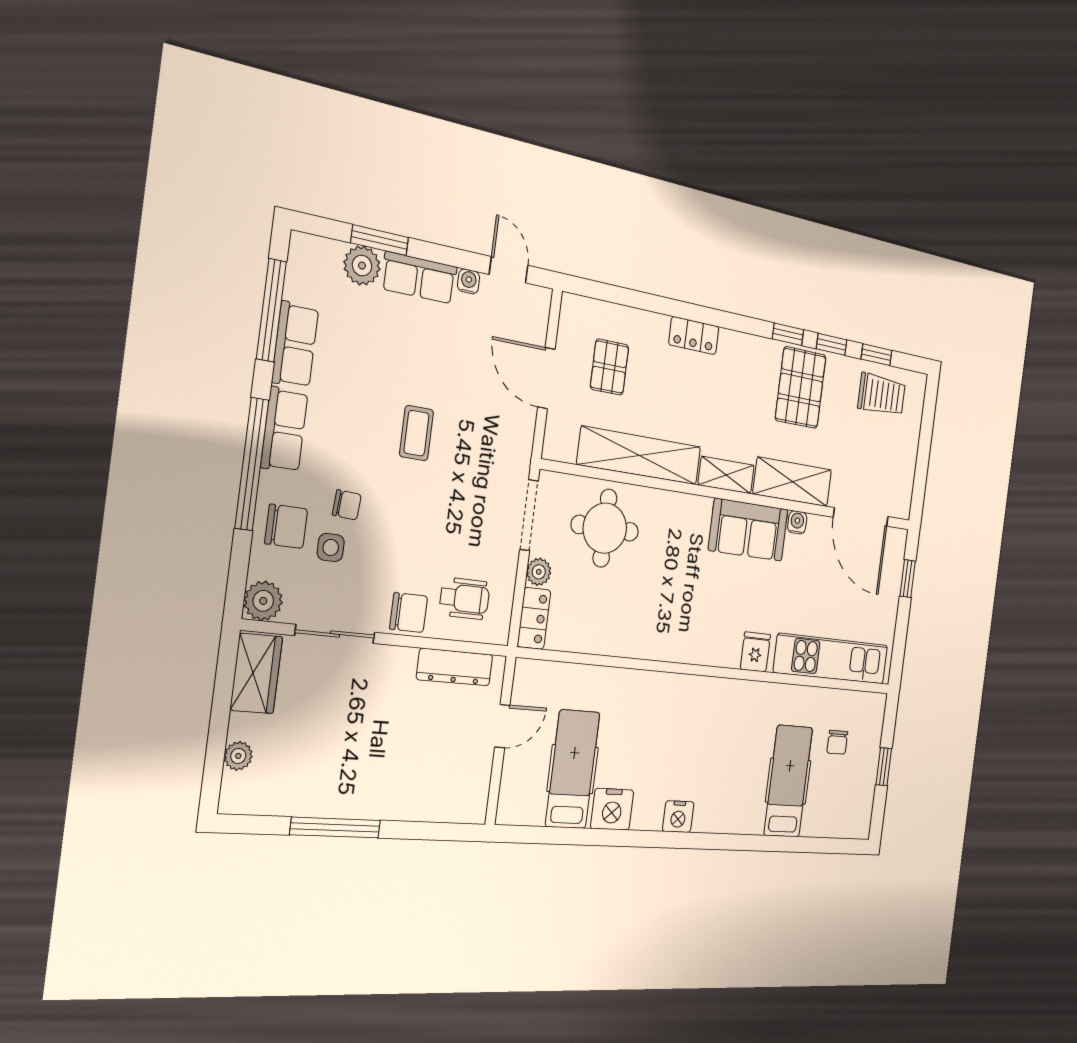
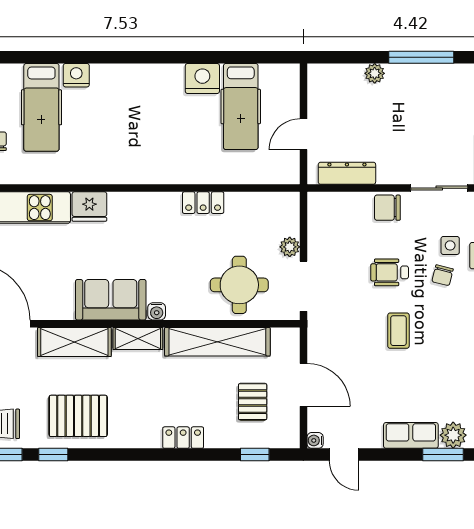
water cooler: (469, 281) -> (315, 440), moved, turned 90
window: (788, 334) -> (255, 455), moved
pallet: (801, 388) -> (78, 416), turned 90
chair: (347, 505) -> (443, 275), turned -80
water cooler: (797, 522) -> (157, 311), moved
wheelchair: (464, 598) -> (390, 272), moved
locker: (534, 618) -> (203, 203), moved, turned -90
fridge: (755, 652) -> (89, 207), width x1.38
plant: (401, 807) -> (375, 73), added
nightstand: (678, 817) -> (76, 75), moved

